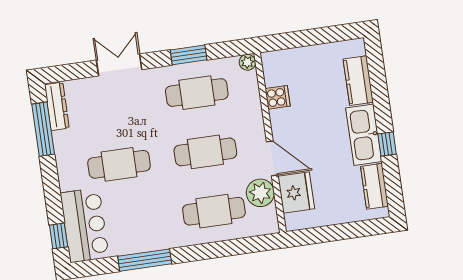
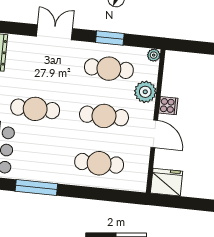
cooker: (278, 97) -> (168, 106), moved
plant: (260, 193) -> (145, 92), moved
fridge: (296, 193) -> (167, 182), moved, turned -90

